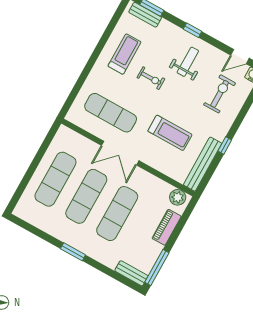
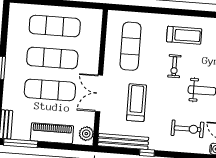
treadmill: (170, 133) -> (136, 103), turned 180
double door: (120, 153) -> (99, 93), moved
piano: (167, 227) -> (52, 133), width x1.37, depth x1.33

